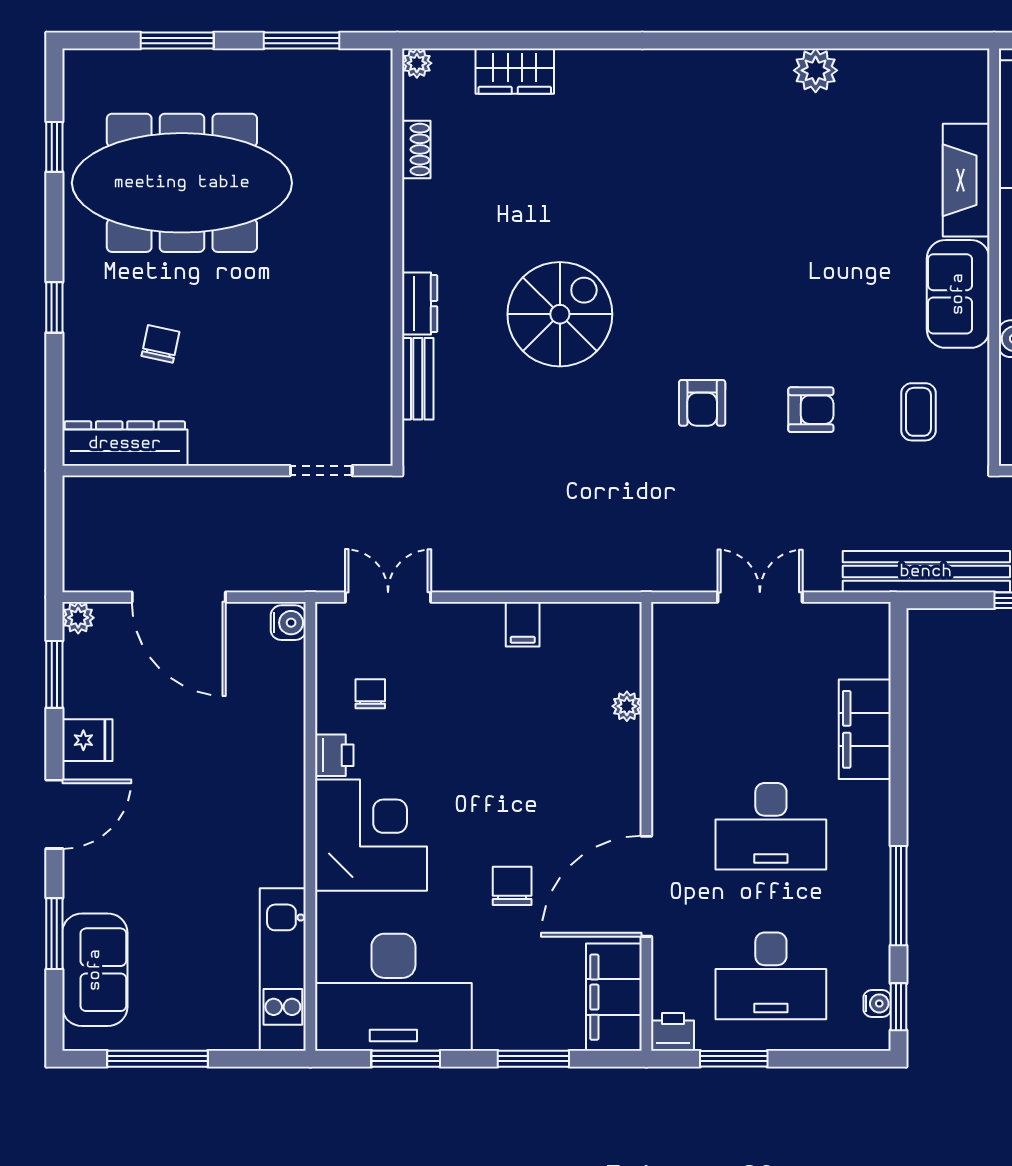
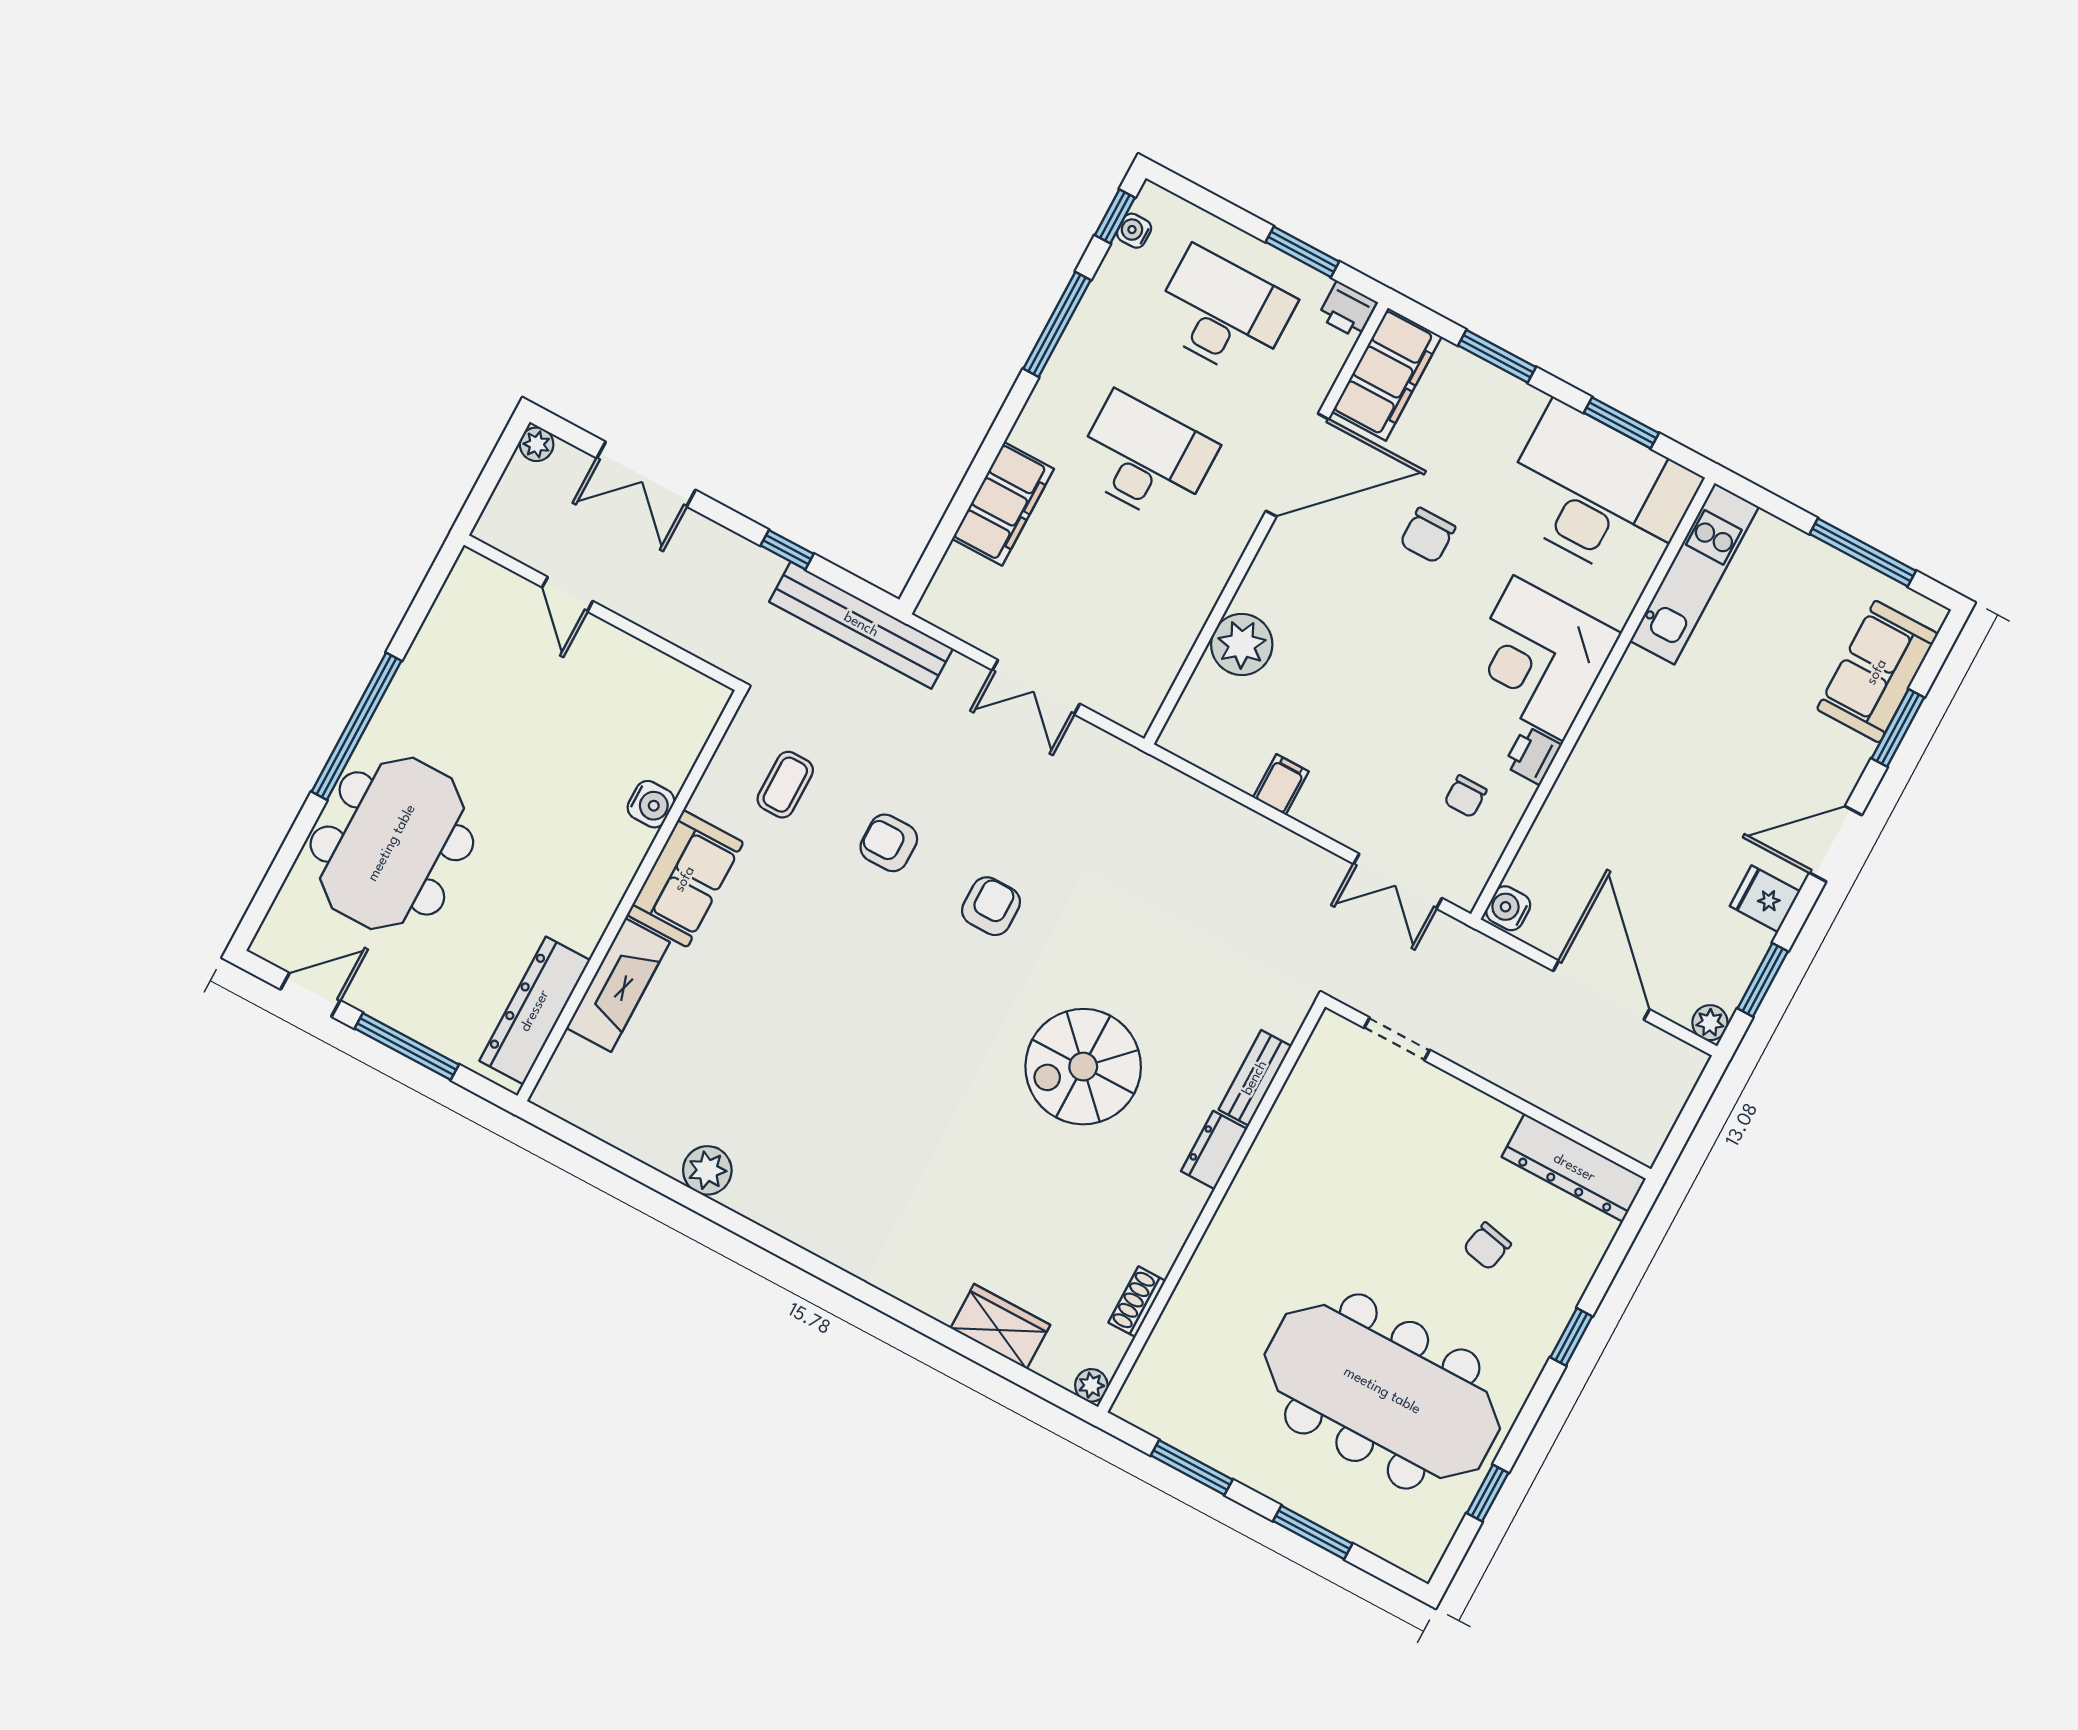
plant: (627, 706) -> (1242, 644), width x1.87, depth x1.87

